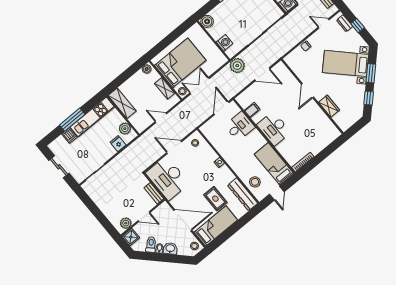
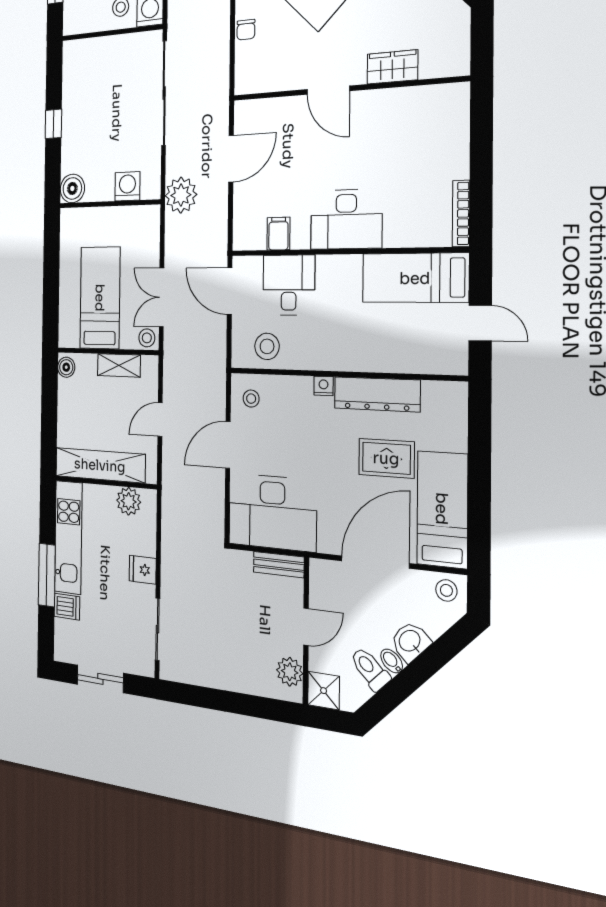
bed: (180, 63) -> (100, 298), width x0.67
shelving: (122, 103) -> (100, 465), width x1.47
fridge: (118, 144) -> (143, 570), moved
stool: (255, 182) -> (267, 346), moved
dresser: (243, 194) -> (377, 394), moved

